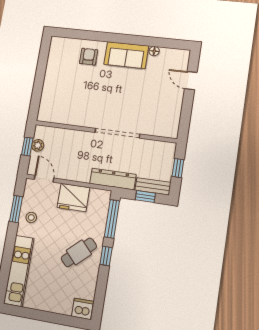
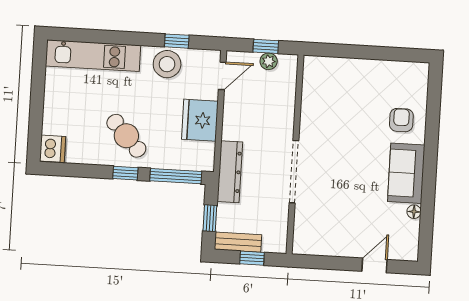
armchair: (89, 57) -> (401, 120), turned -90
bench: (153, 186) -> (238, 242), moved, turned 90
window: (16, 209) -> (177, 41), width x0.67
stool: (31, 217) -> (167, 64), width x1.89, depth x1.89

